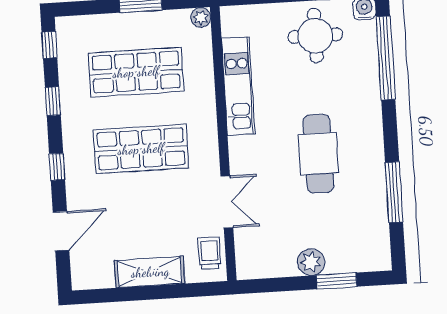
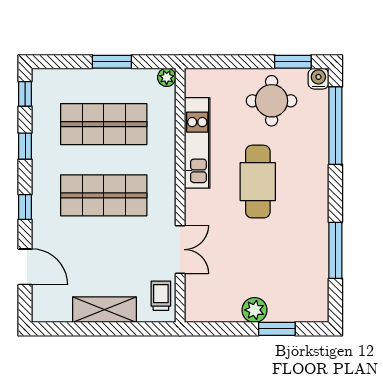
cafe table: (318, 154) -> (258, 182), moved
door: (61, 231) -> (25, 267), hinge flipped

